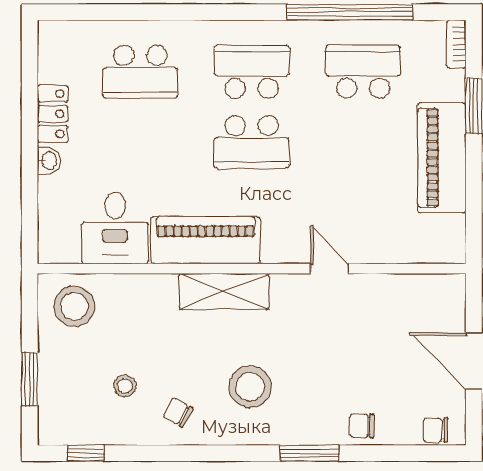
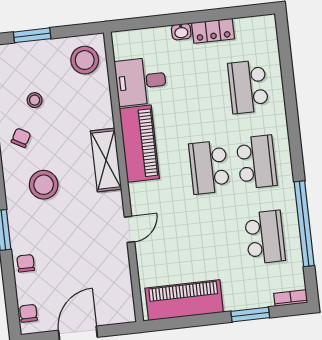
piano: (442, 158) -> (184, 300), moved

